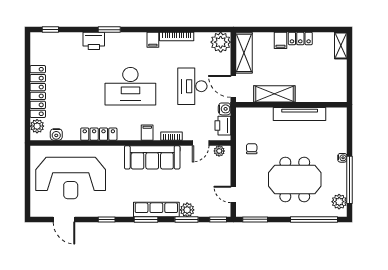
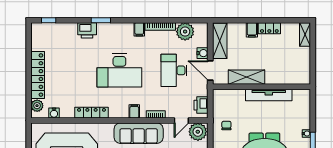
plant: (221, 42) -> (185, 32), moved
water cooler: (225, 109) -> (203, 53), moved
plant: (219, 151) -> (198, 132), width x1.88, depth x1.88

